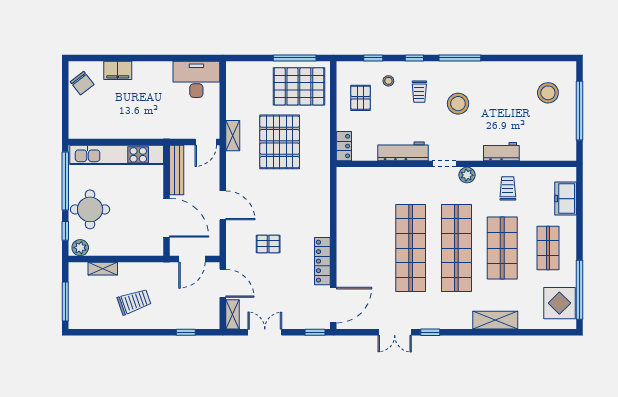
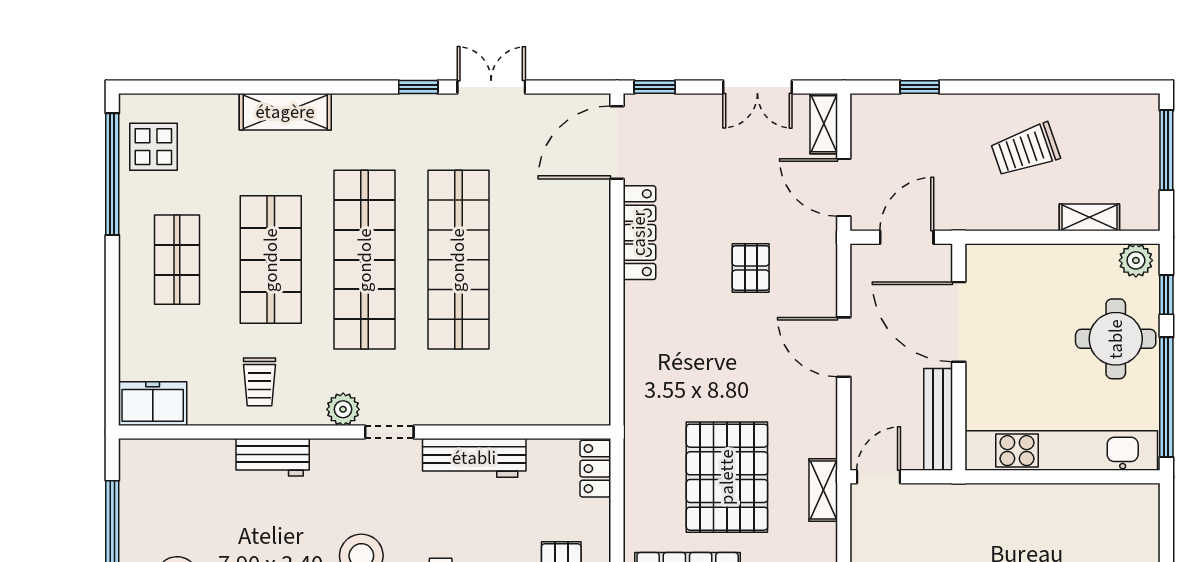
freezer: (566, 199) -> (153, 404), moved, turned -90
pallet: (268, 244) -> (751, 268), turned 90
display table: (559, 303) -> (153, 147), width x0.73, depth x0.73

